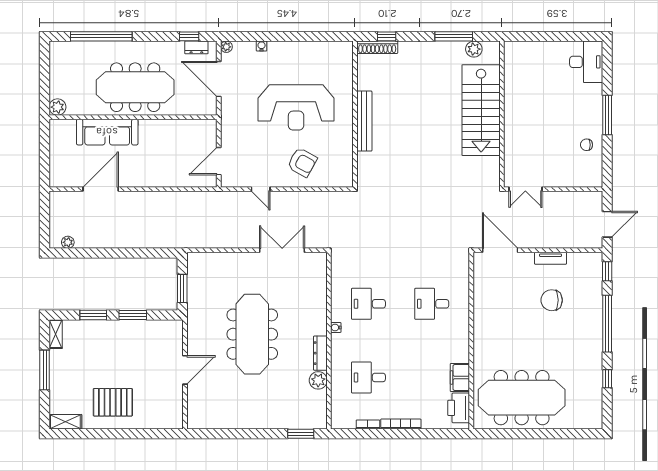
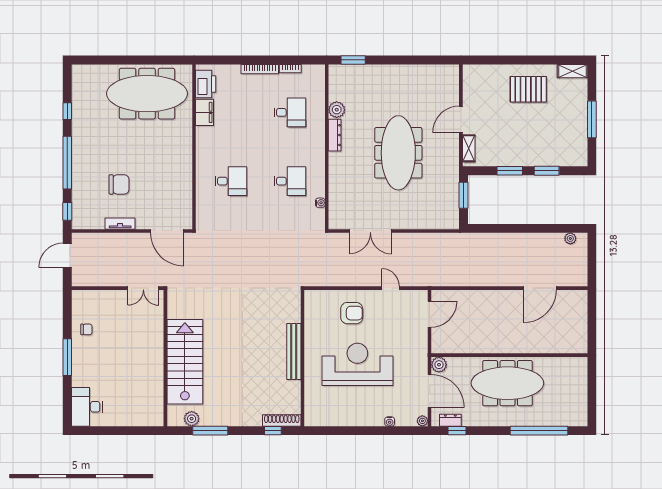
plant: (57, 107) -> (439, 365), moved
sofa: (107, 132) -> (534, 341), removed
armchair: (302, 162) -> (352, 313), turned 151
double door: (525, 189) -> (143, 288), swing flipped
water cooler: (336, 327) -> (320, 203), moved
shelving: (56, 334) -> (469, 148), moved

